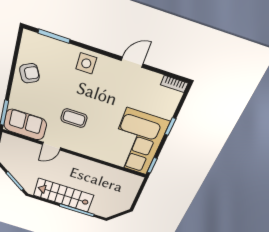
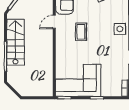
door: (51, 146) -> (54, 22), hinge flipped

